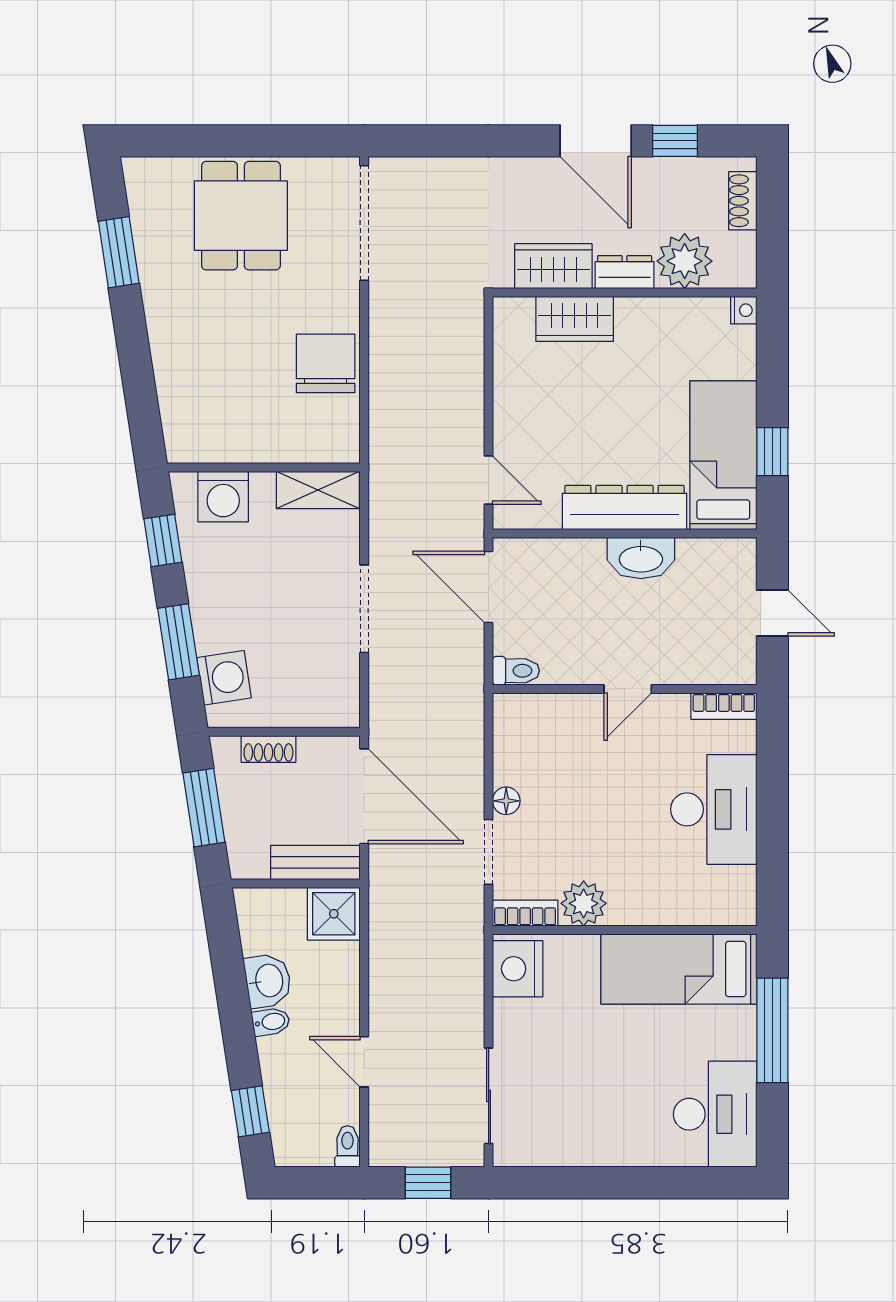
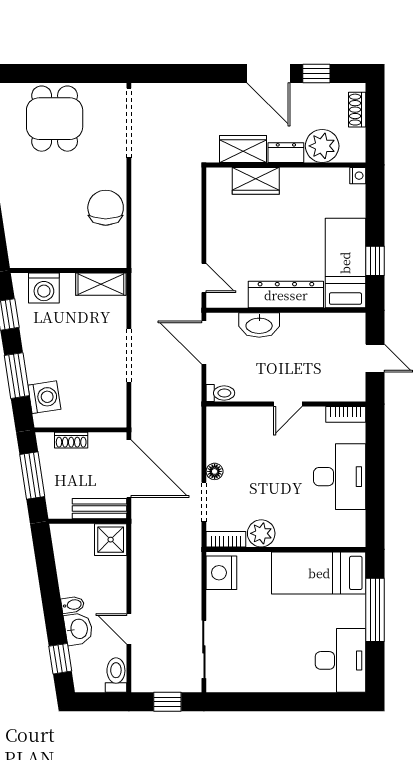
washbasin: (641, 558) -> (259, 325), moved
washbasin: (268, 981) -> (78, 629), moved
toilet: (347, 1146) -> (116, 675), width x1.37, depth x1.39

